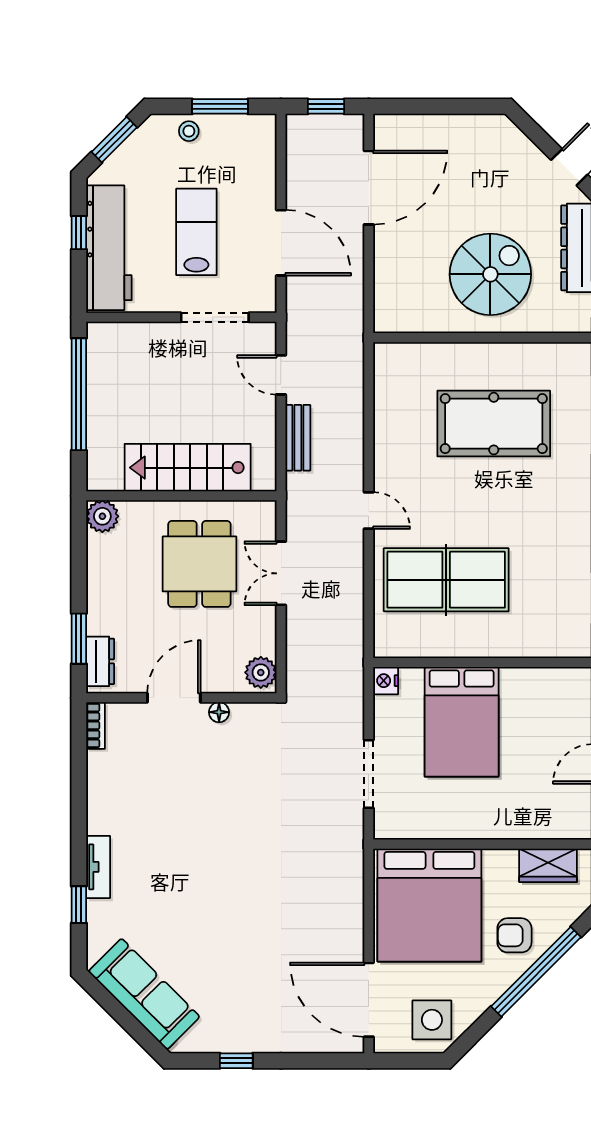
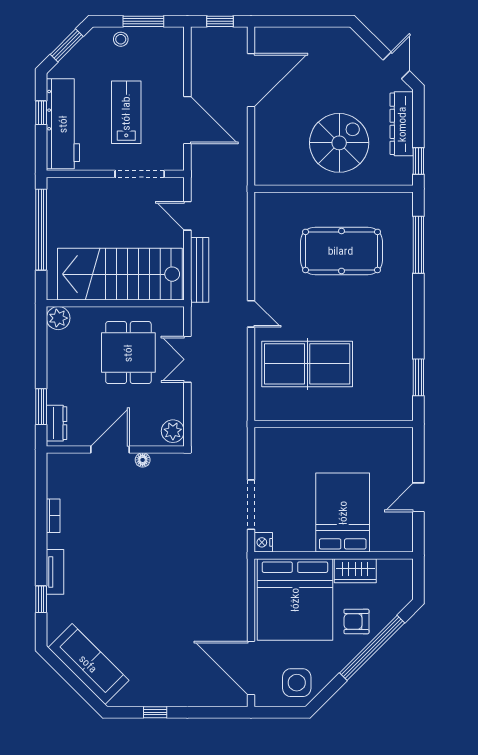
bench: (298, 438) -> (200, 270), width x1.36
stairs: (188, 468) -> (120, 274), width x1.36, depth x1.51
nightstand: (386, 681) -> (263, 542), moved
bed: (462, 722) -> (343, 513), moved, turned 180
bookcase: (96, 725) -> (53, 516), moved
wardrobe: (548, 865) -> (355, 571), moved

